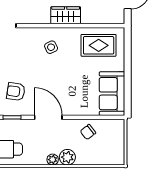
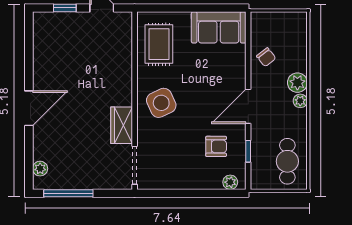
wardrobe: (66, 15) -> (122, 125), moved
side table: (51, 47) -> (161, 103), width x1.87, depth x1.87
armchair: (16, 92) -> (216, 146), turned -98

